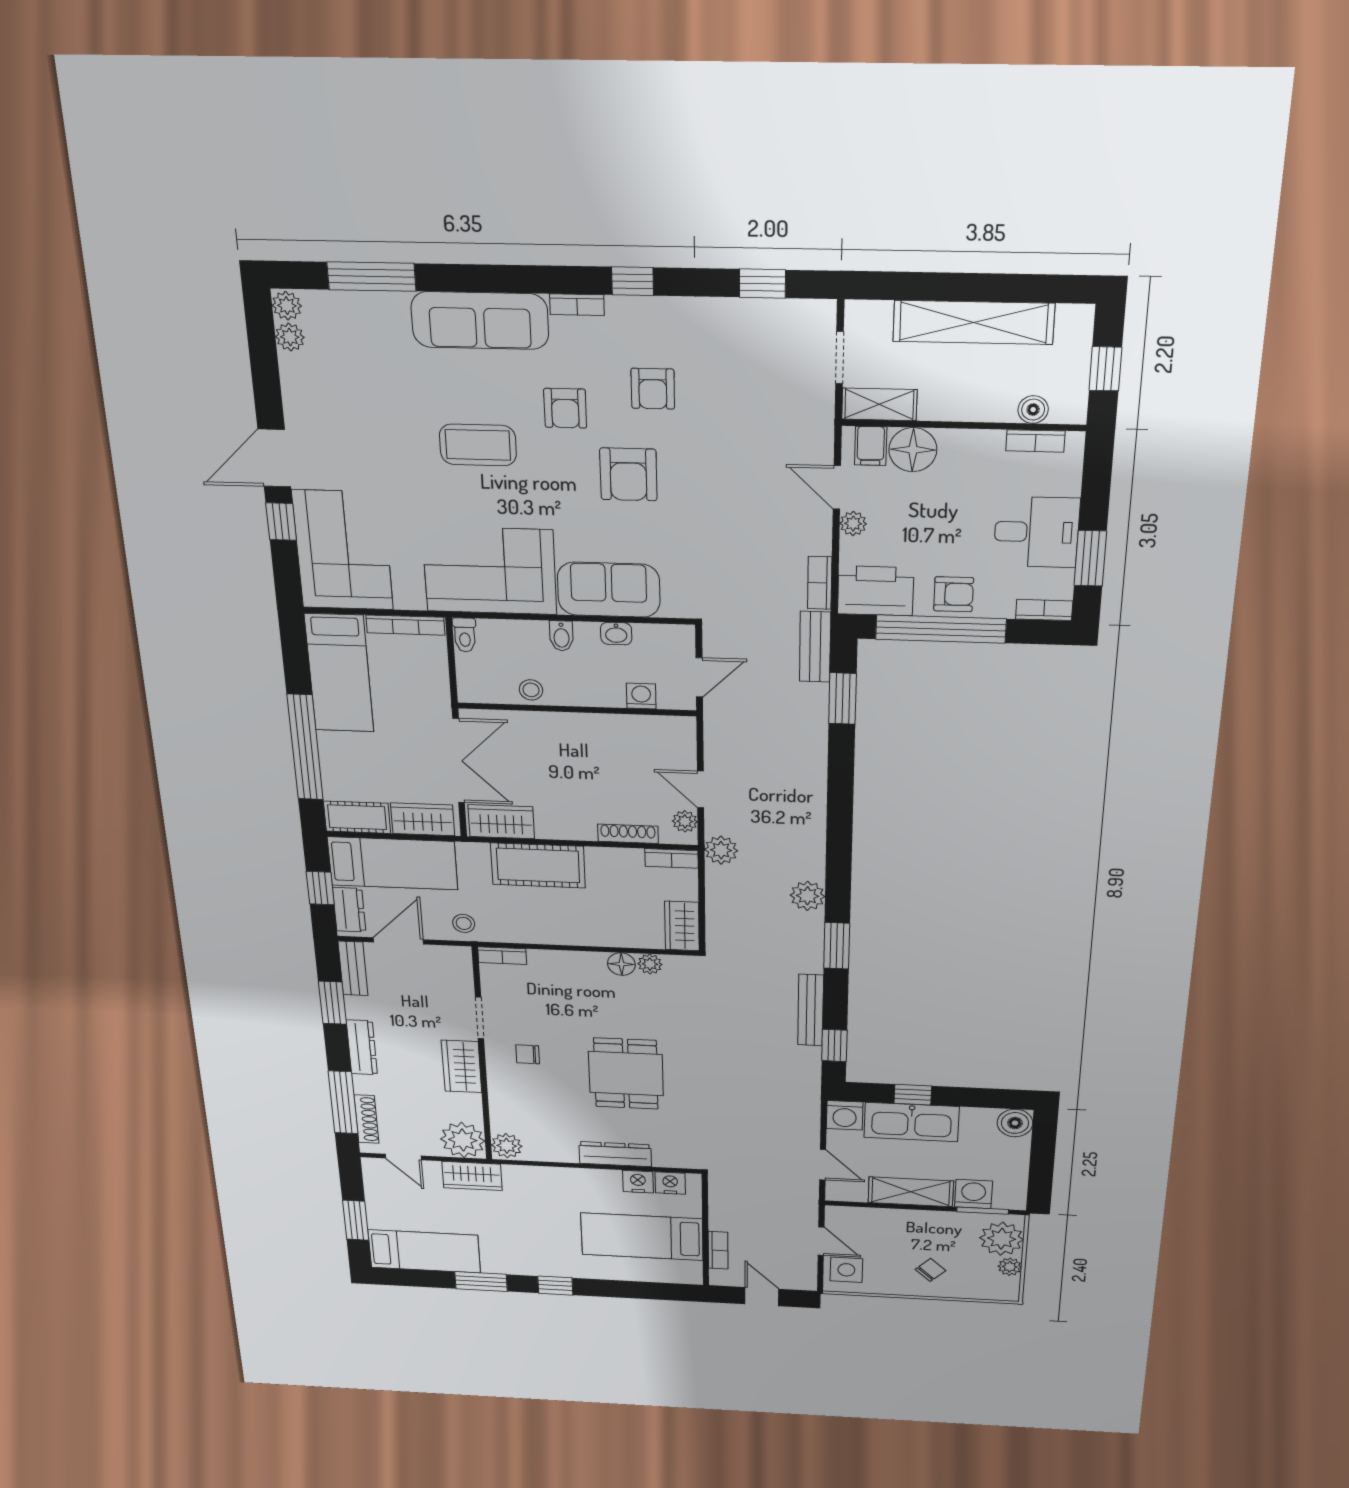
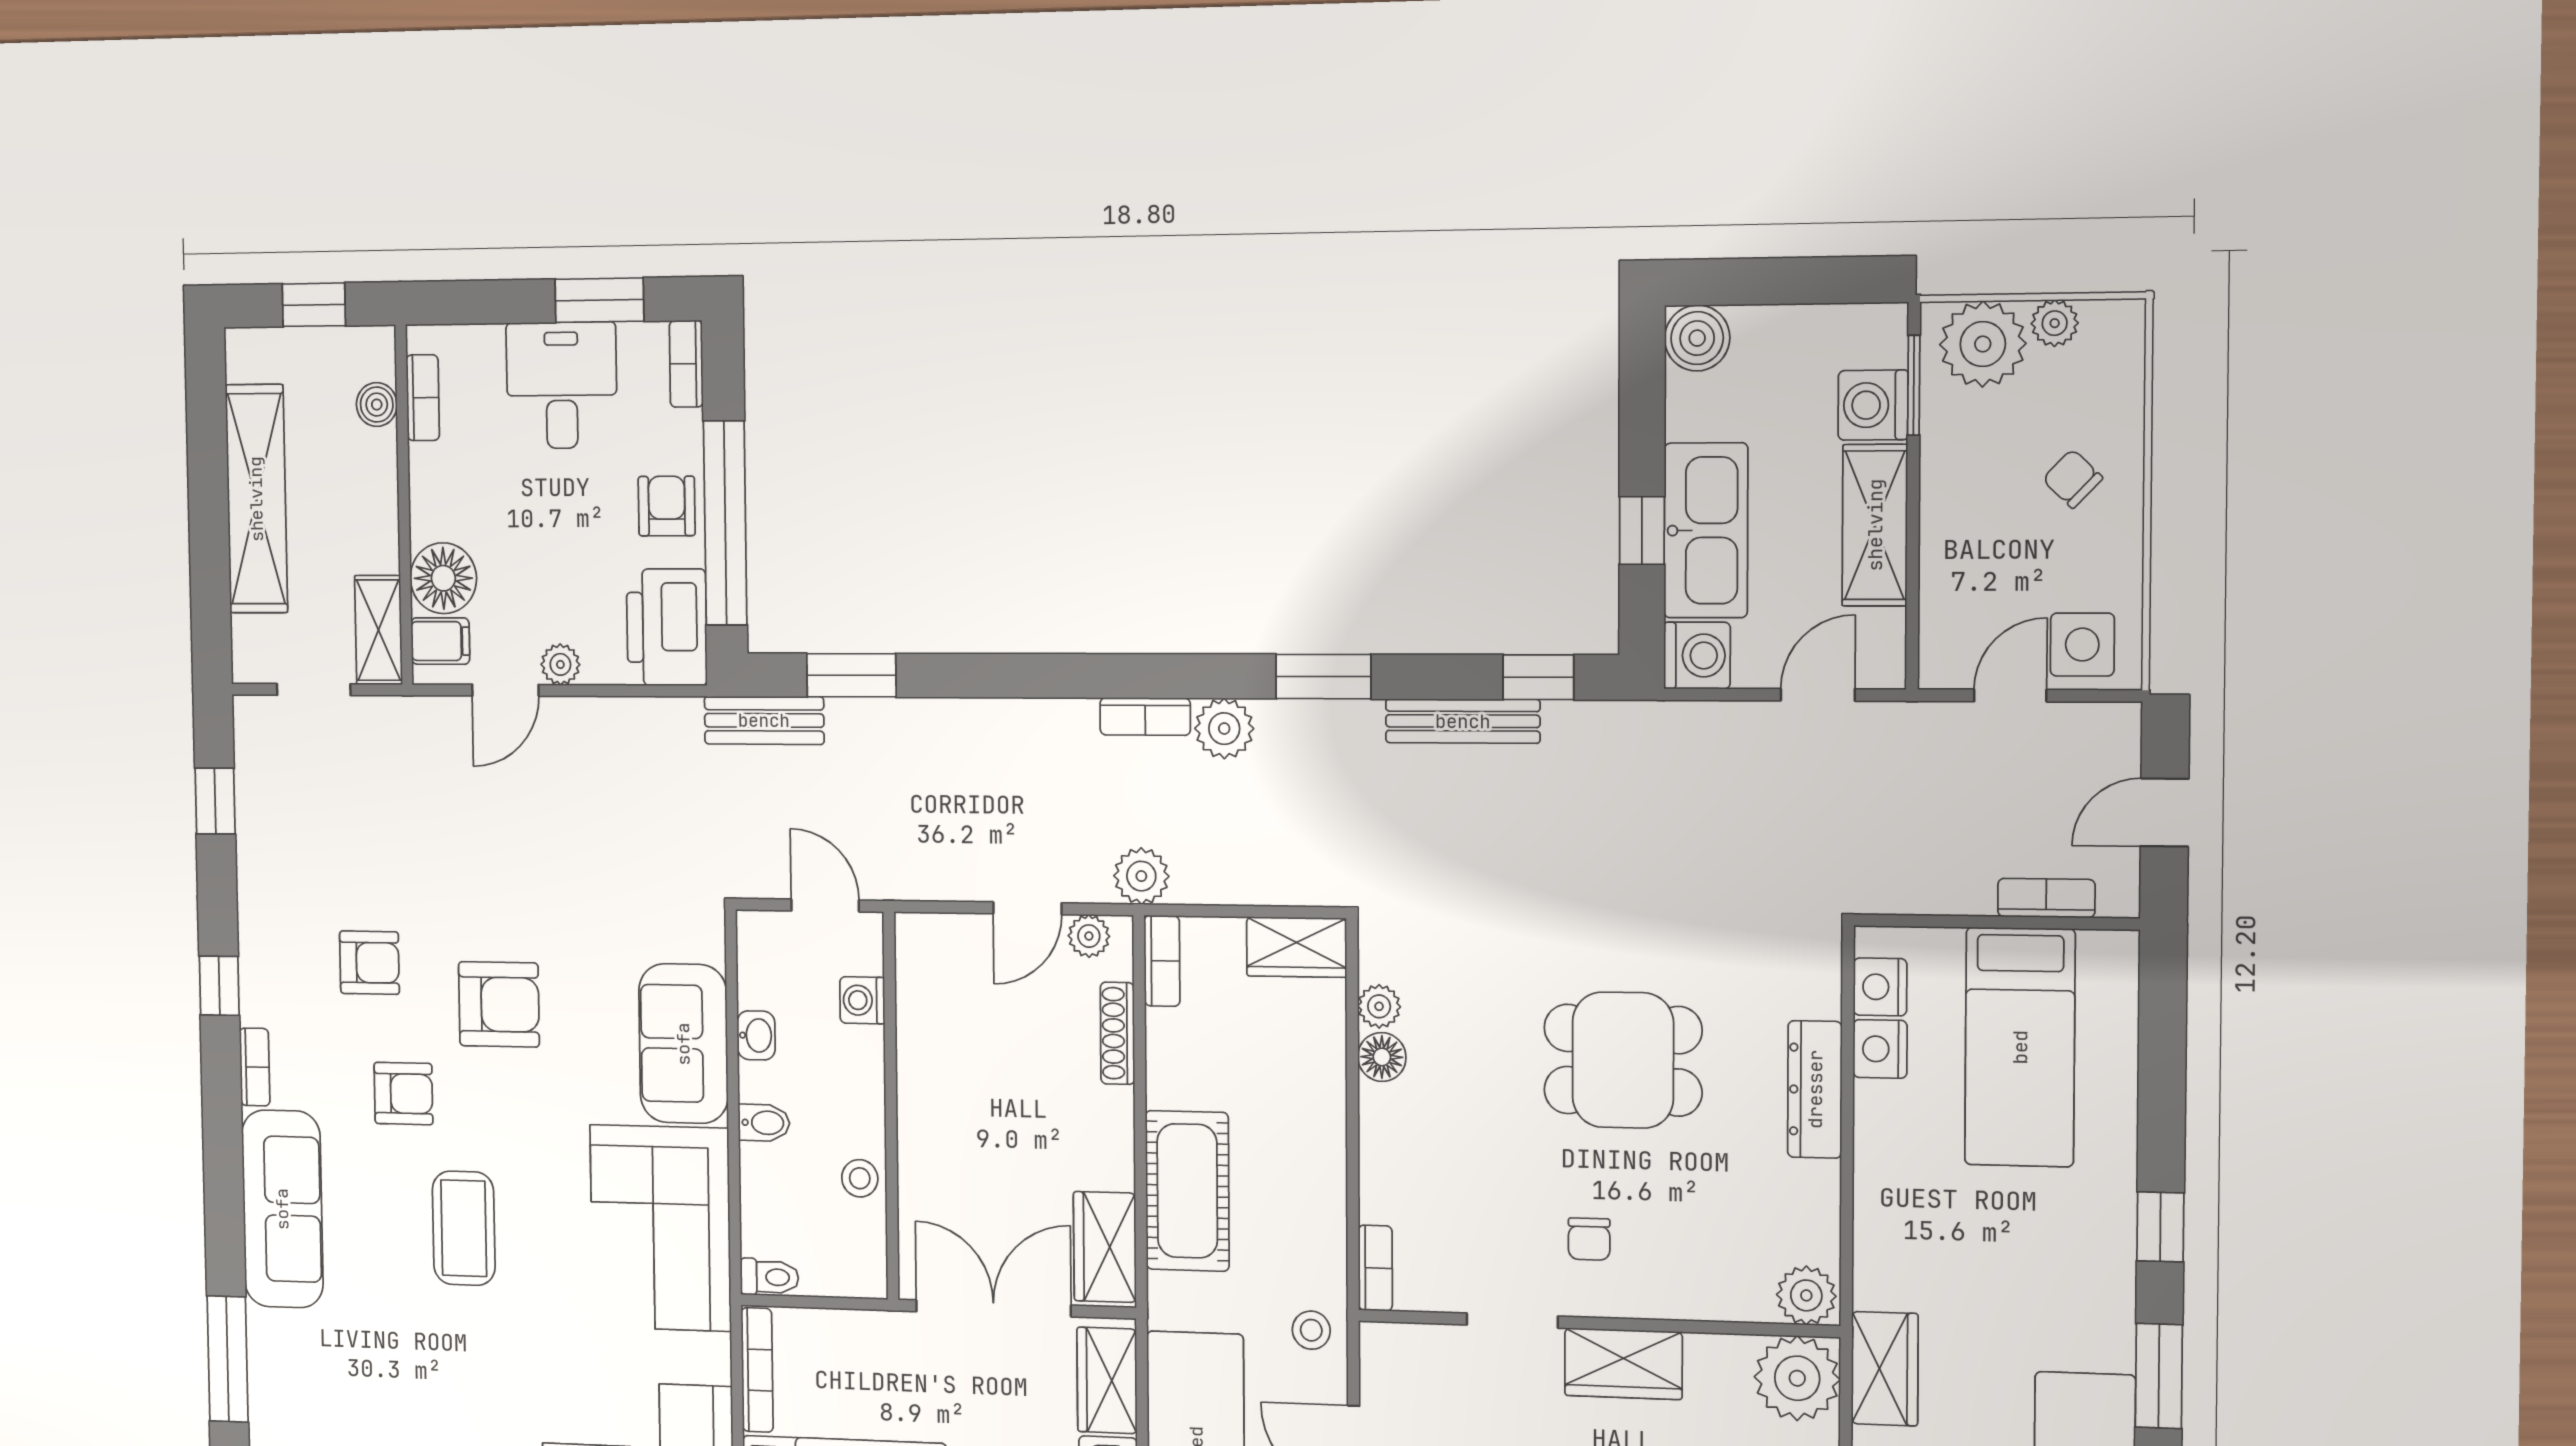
bookcase: (820, 583) -> (1145, 717), moved

